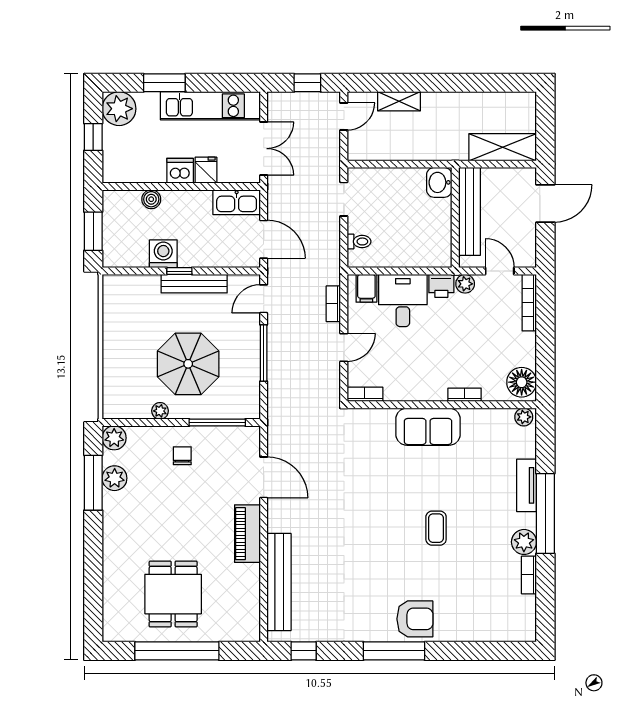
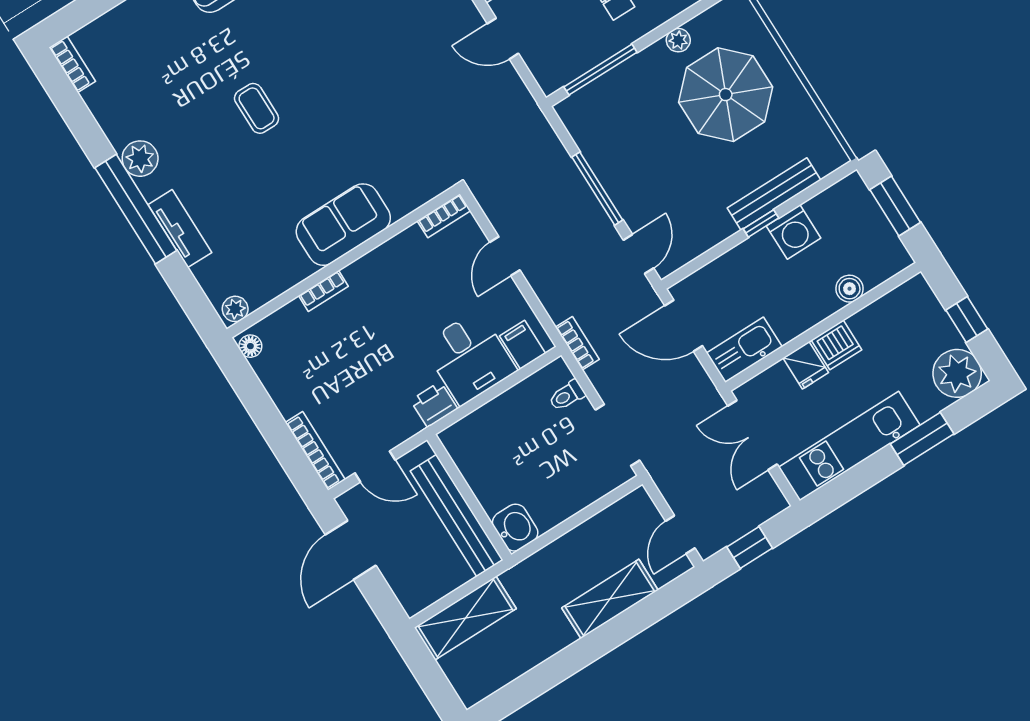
shelving: (399, 101) -> (610, 599), width x1.50, depth x1.33
doorway: (344, 199) -> (618, 435), width x1.38
door: (545, 204) -> (351, 550), moved
bench: (194, 284) -> (774, 194), moved
plant: (465, 284) -> (407, 425), removed
bookcase: (333, 304) -> (577, 343), moved
parasol: (188, 364) -> (726, 95), moved
floor lamp: (522, 382) -> (250, 346), width x0.53, depth x0.53
door: (264, 477) -> (503, 39), width x0.73
bookcase: (529, 575) -> (72, 64), moved

